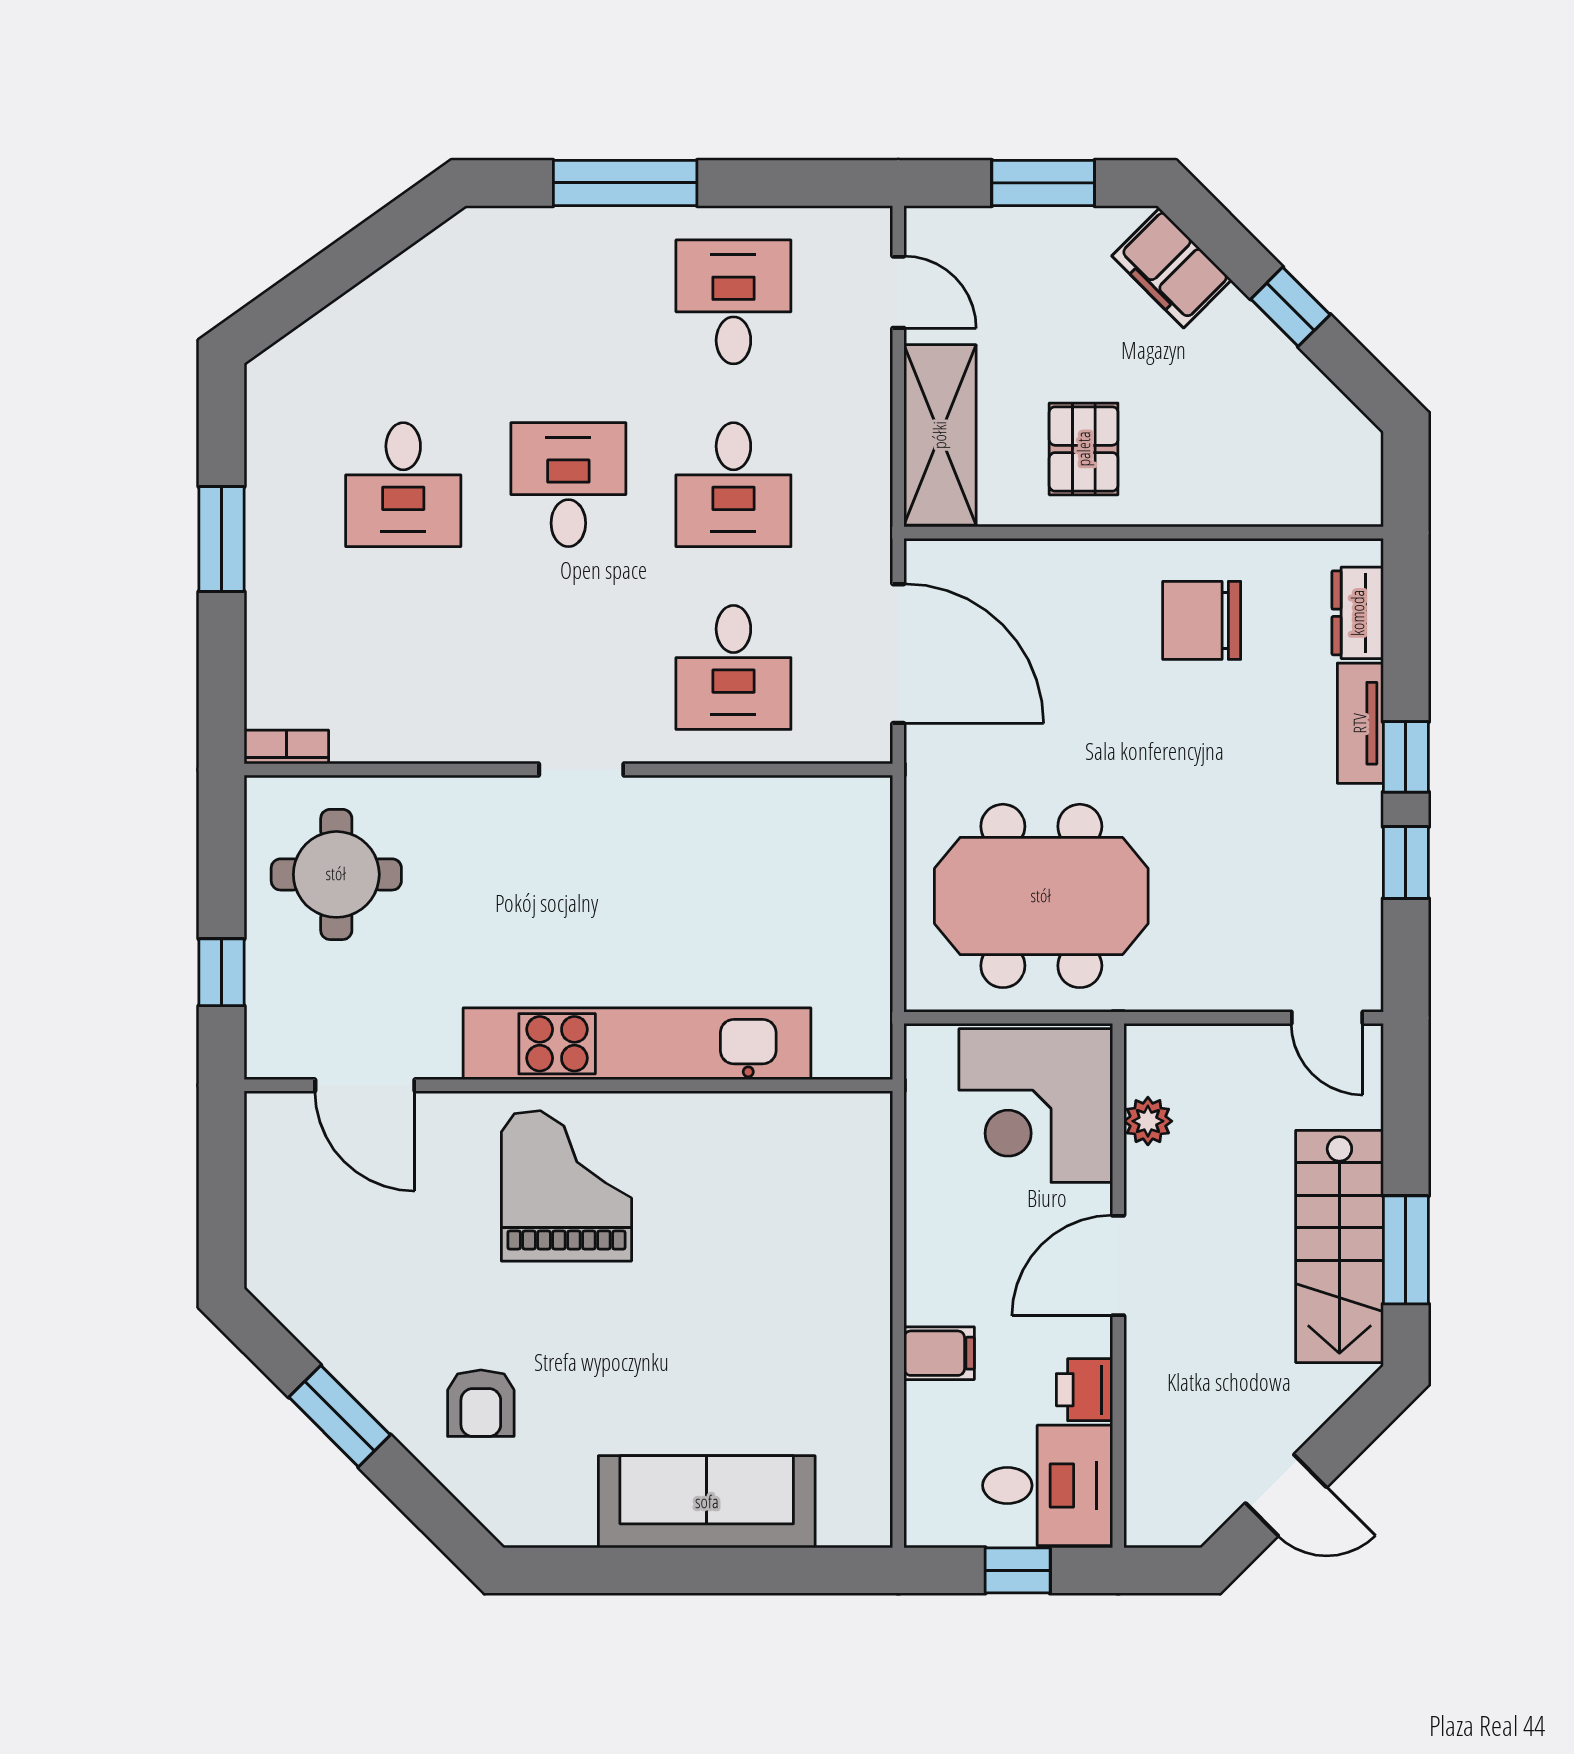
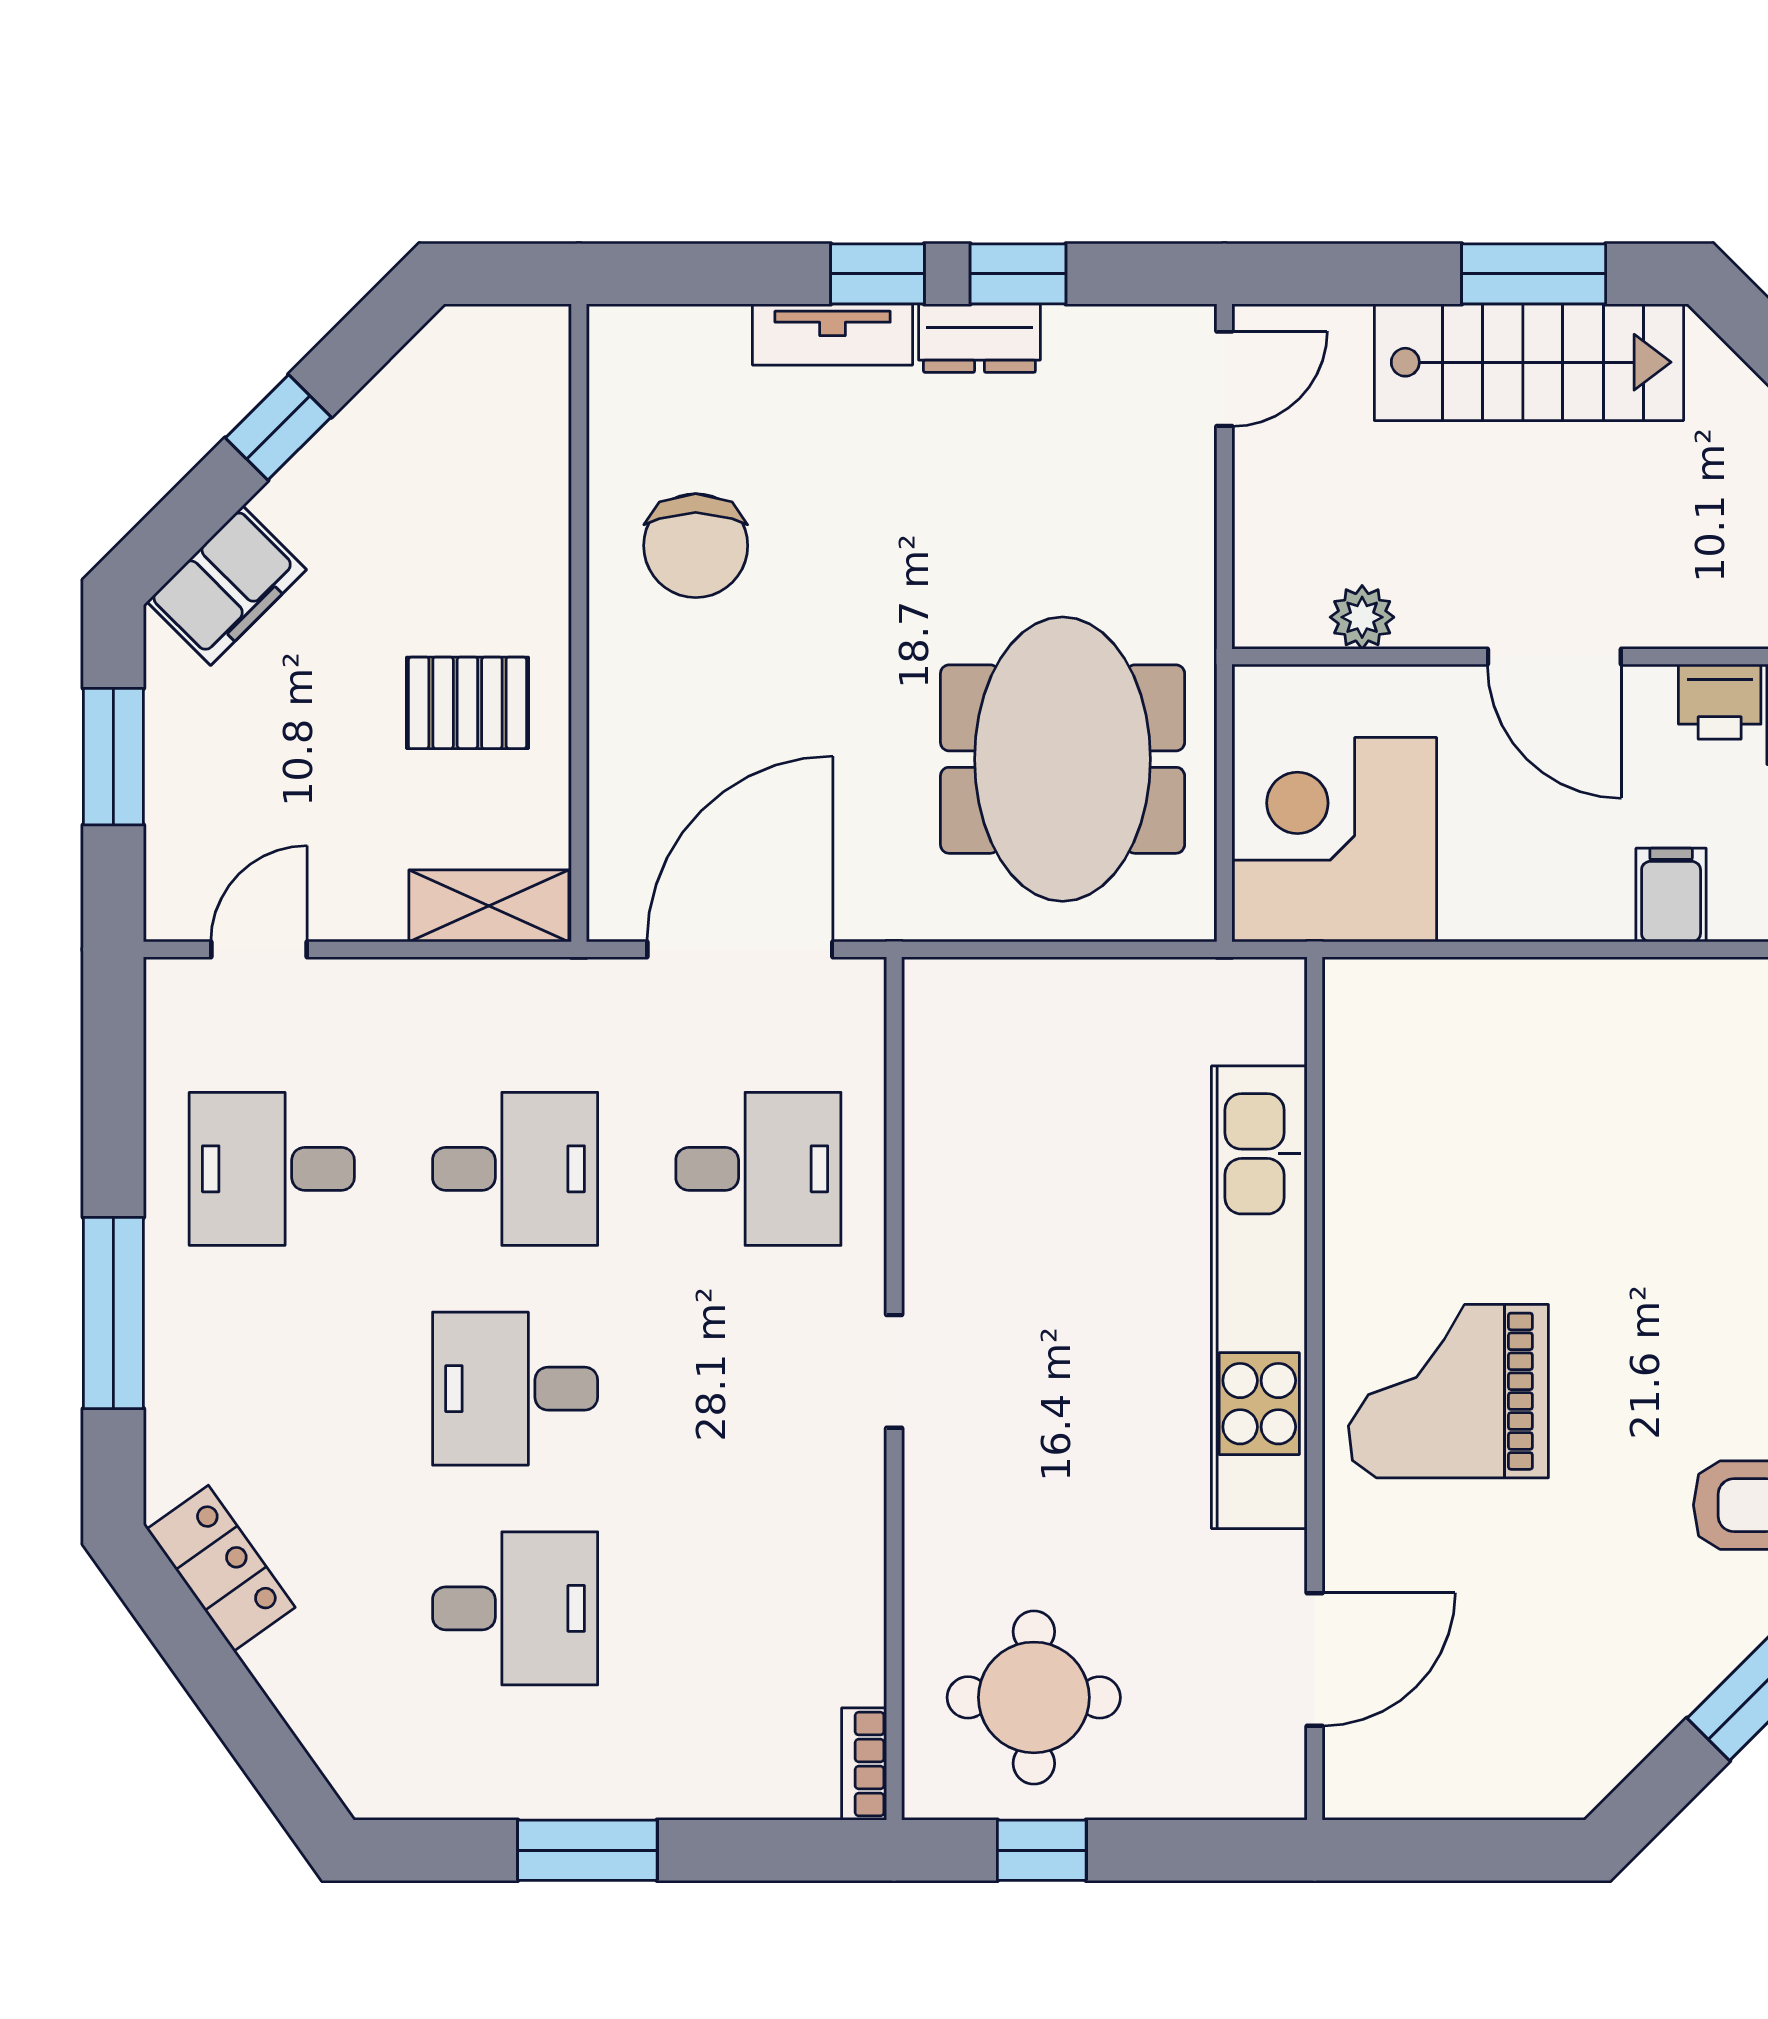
locker: (433, 264) -> (221, 1568), added
shelving: (940, 435) -> (489, 906), width x0.67, depth x0.75
dresser: (1358, 613) -> (979, 338), moved
window: (222, 972) -> (1042, 1850), moved
corner desk: (1036, 1106) -> (1334, 840), moved, turned 180

